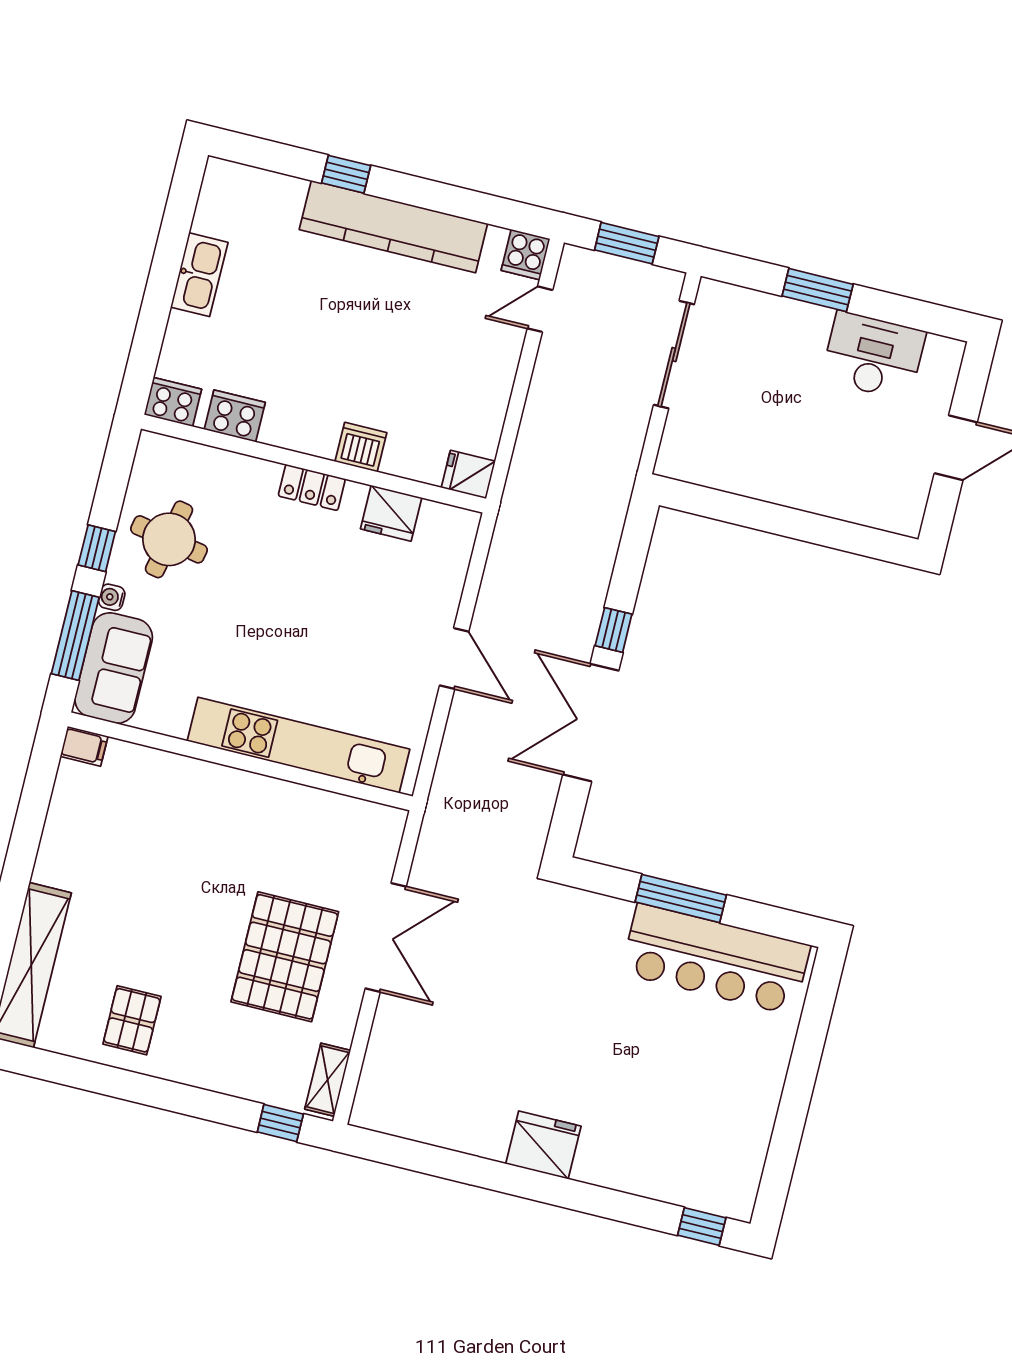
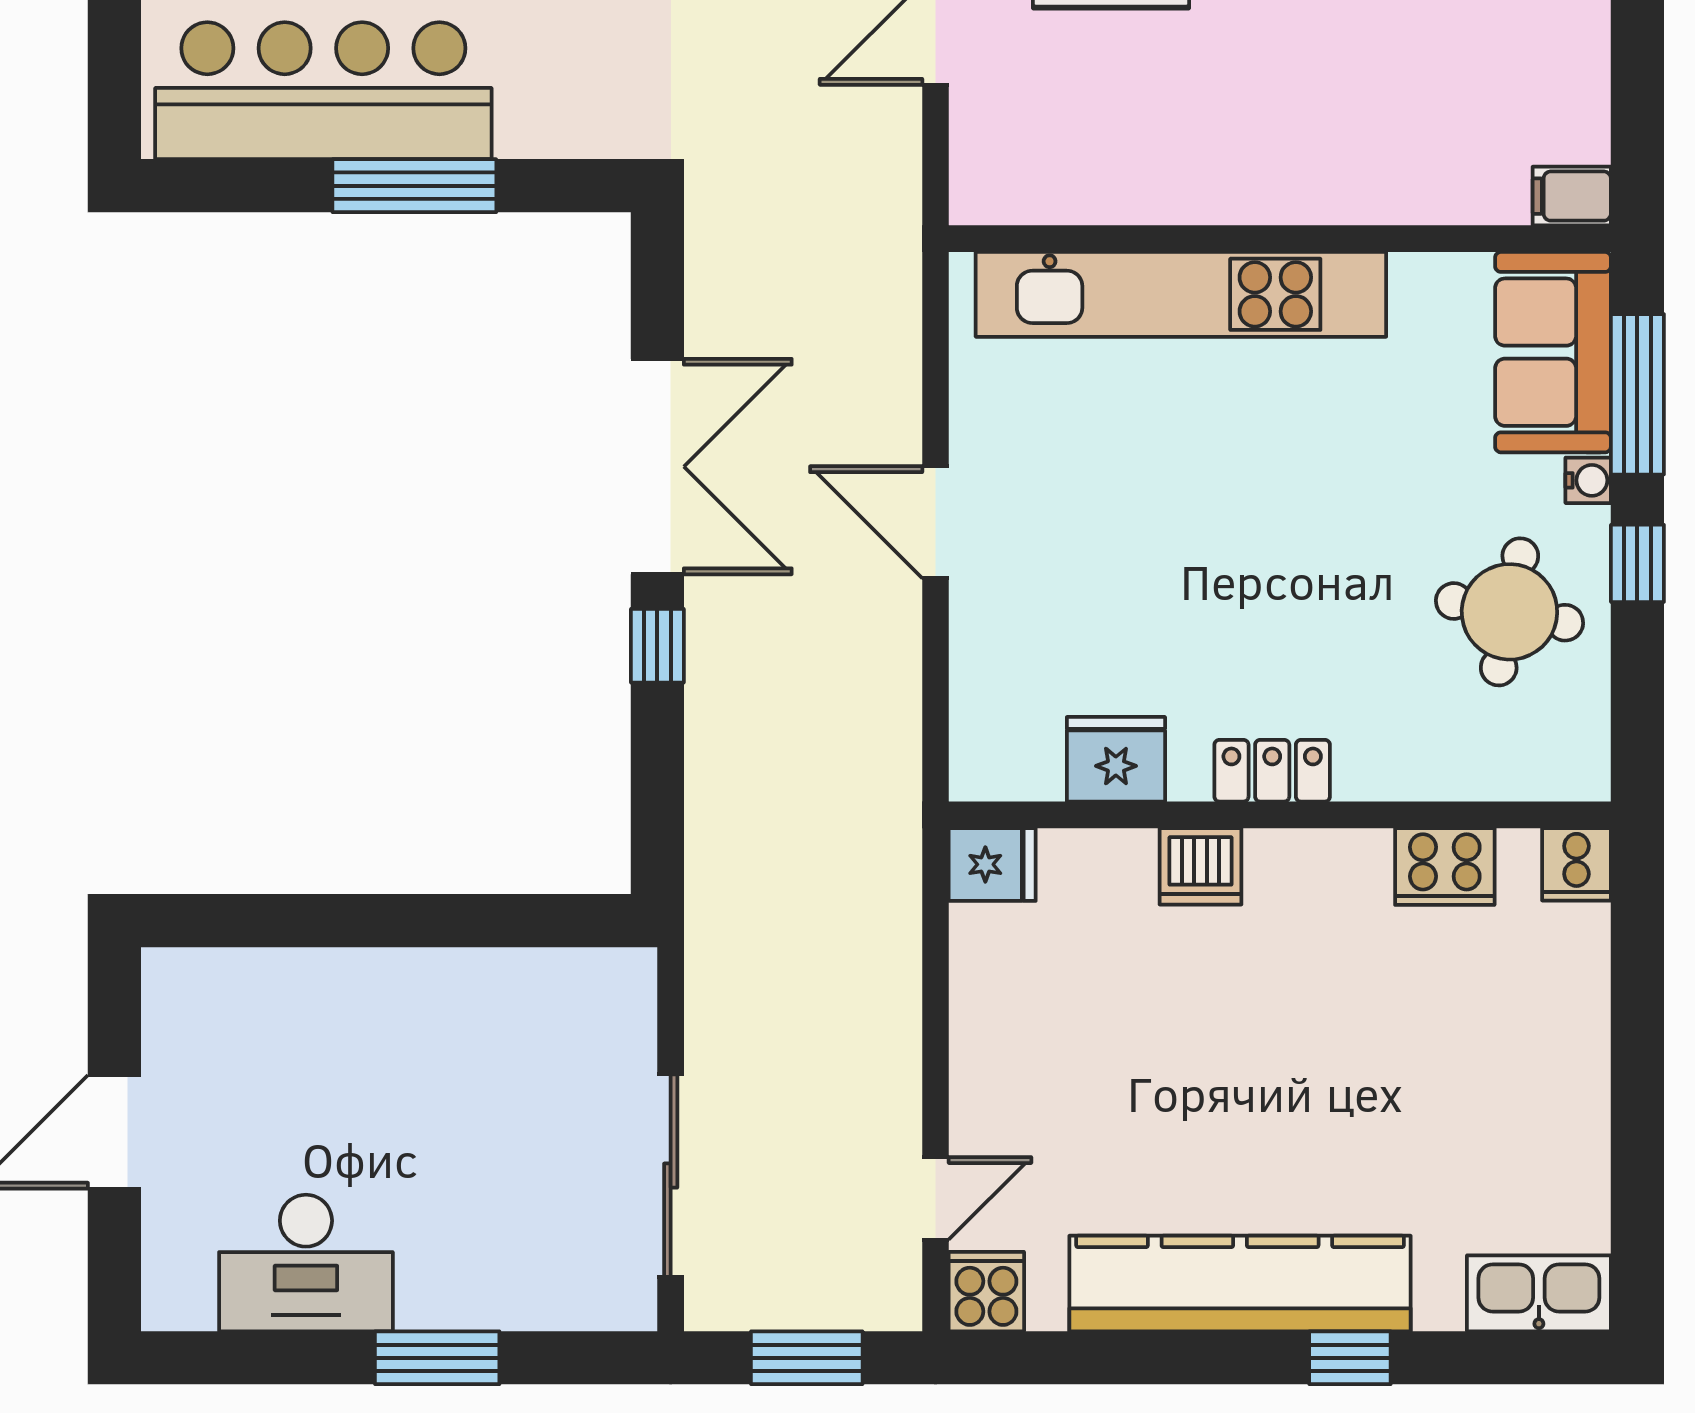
kitchen sink: (199, 275) -> (1539, 1293), moved, turned 90
cooker: (173, 402) -> (1576, 864), width x0.73

